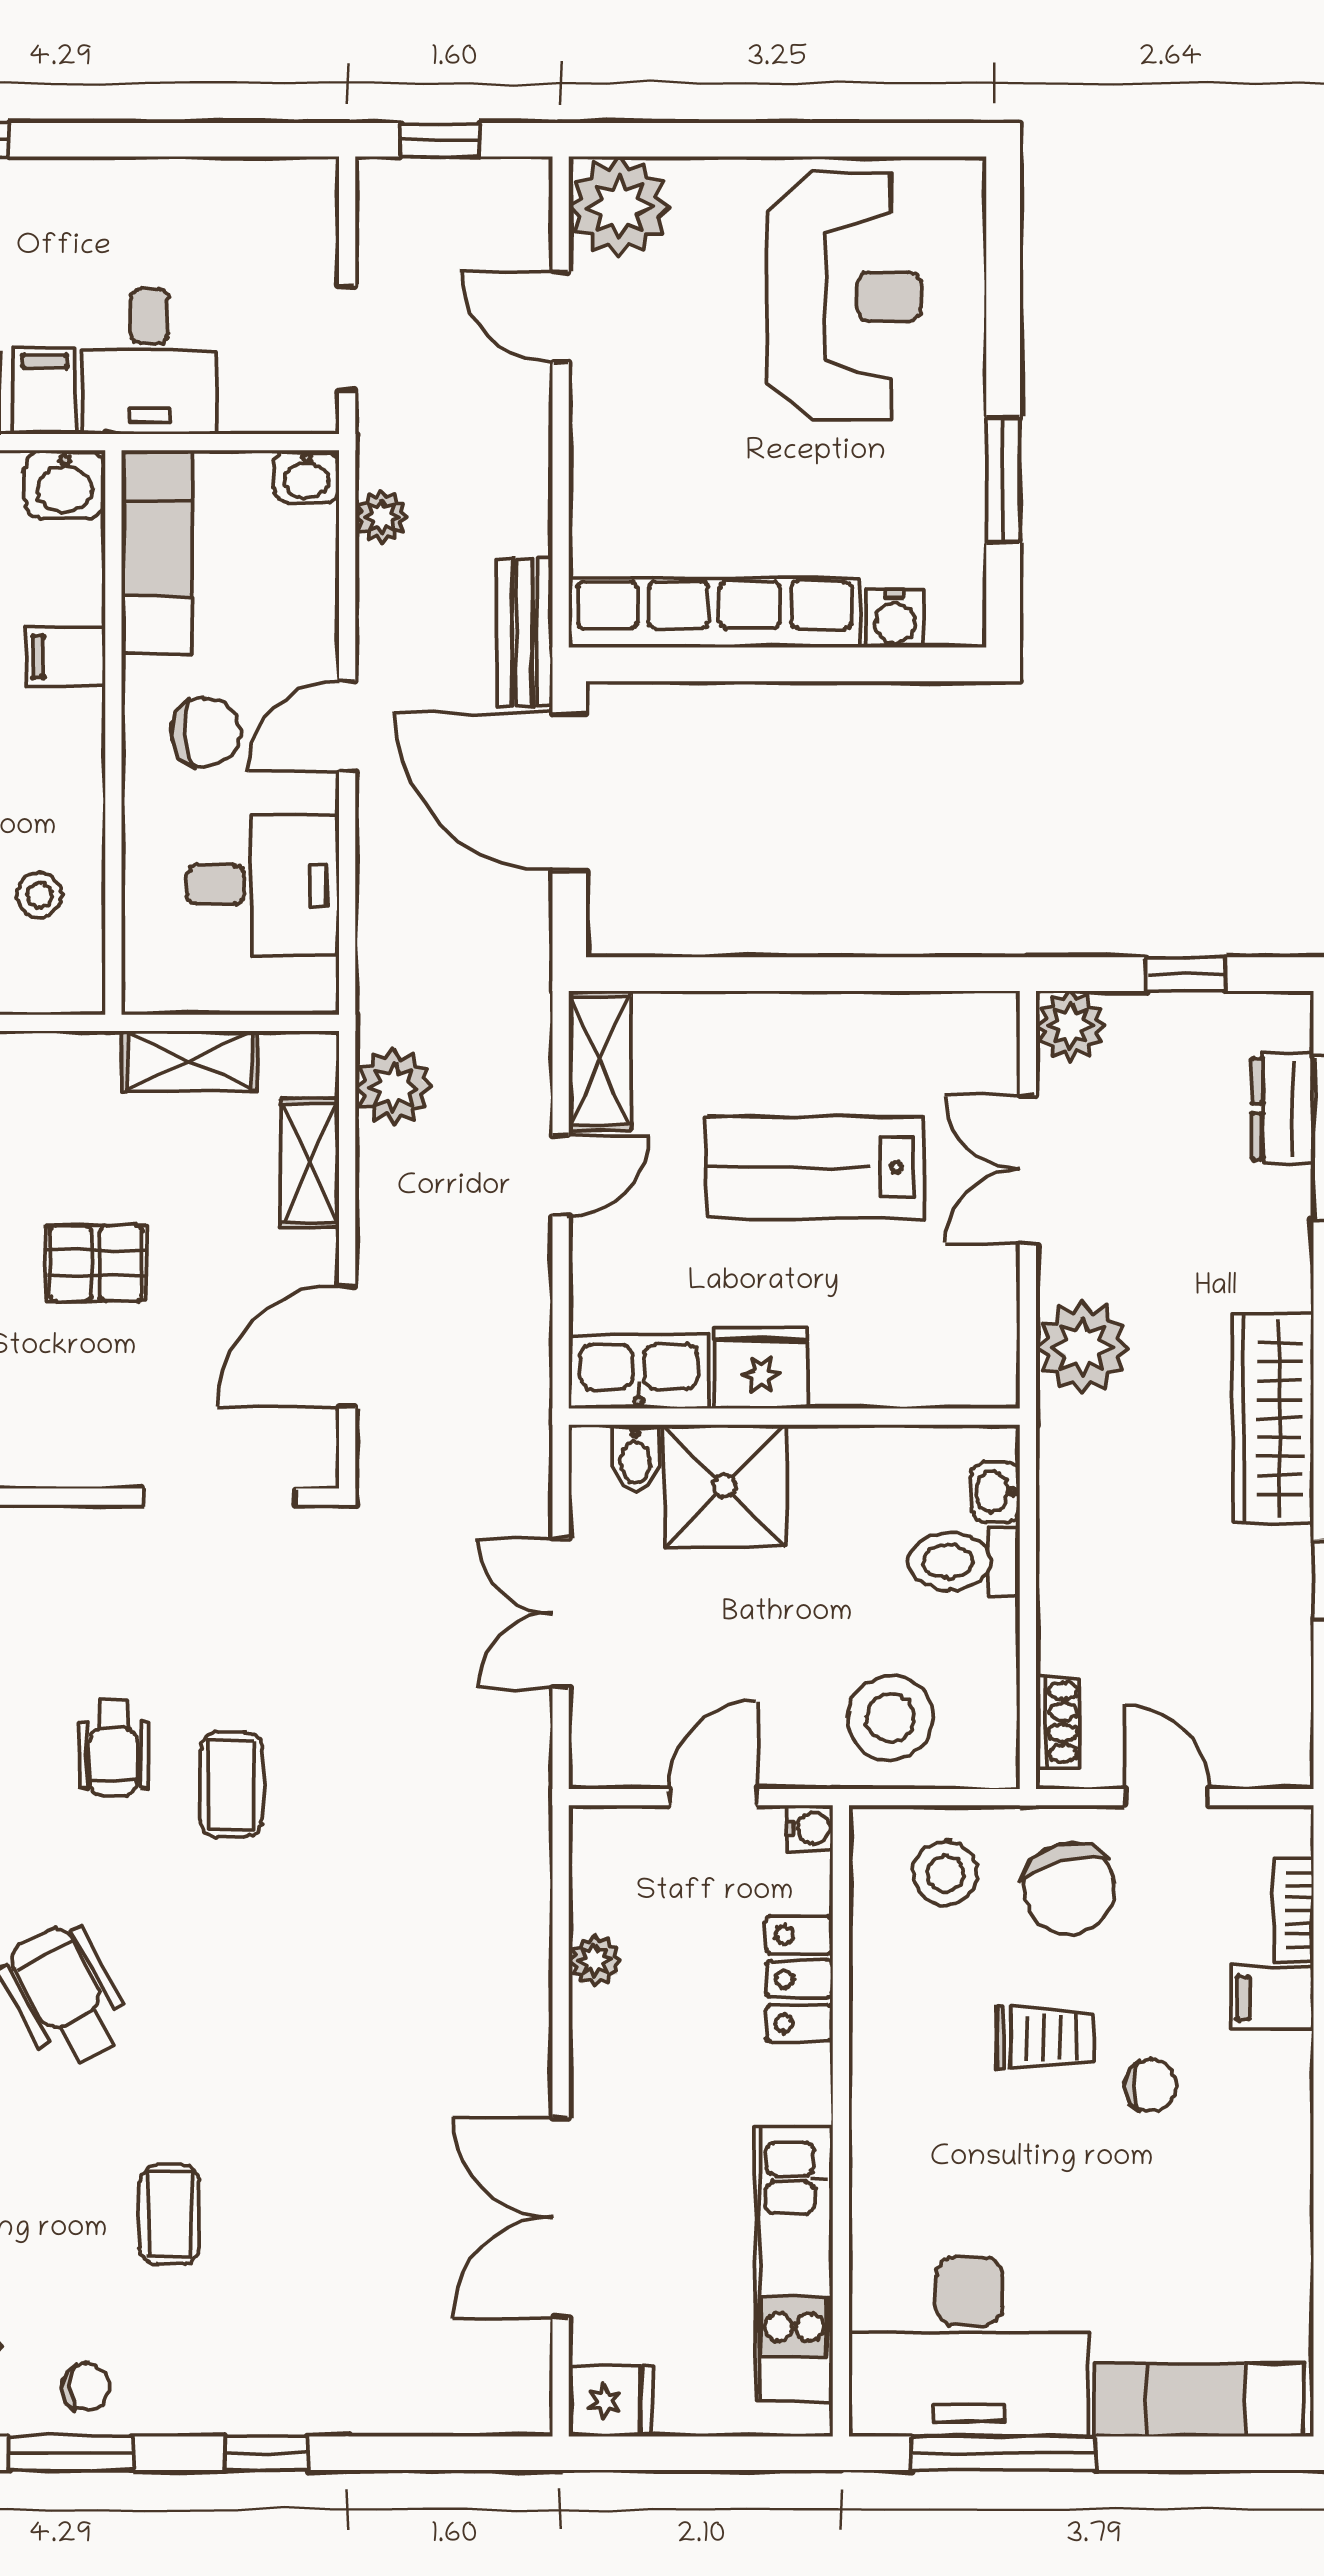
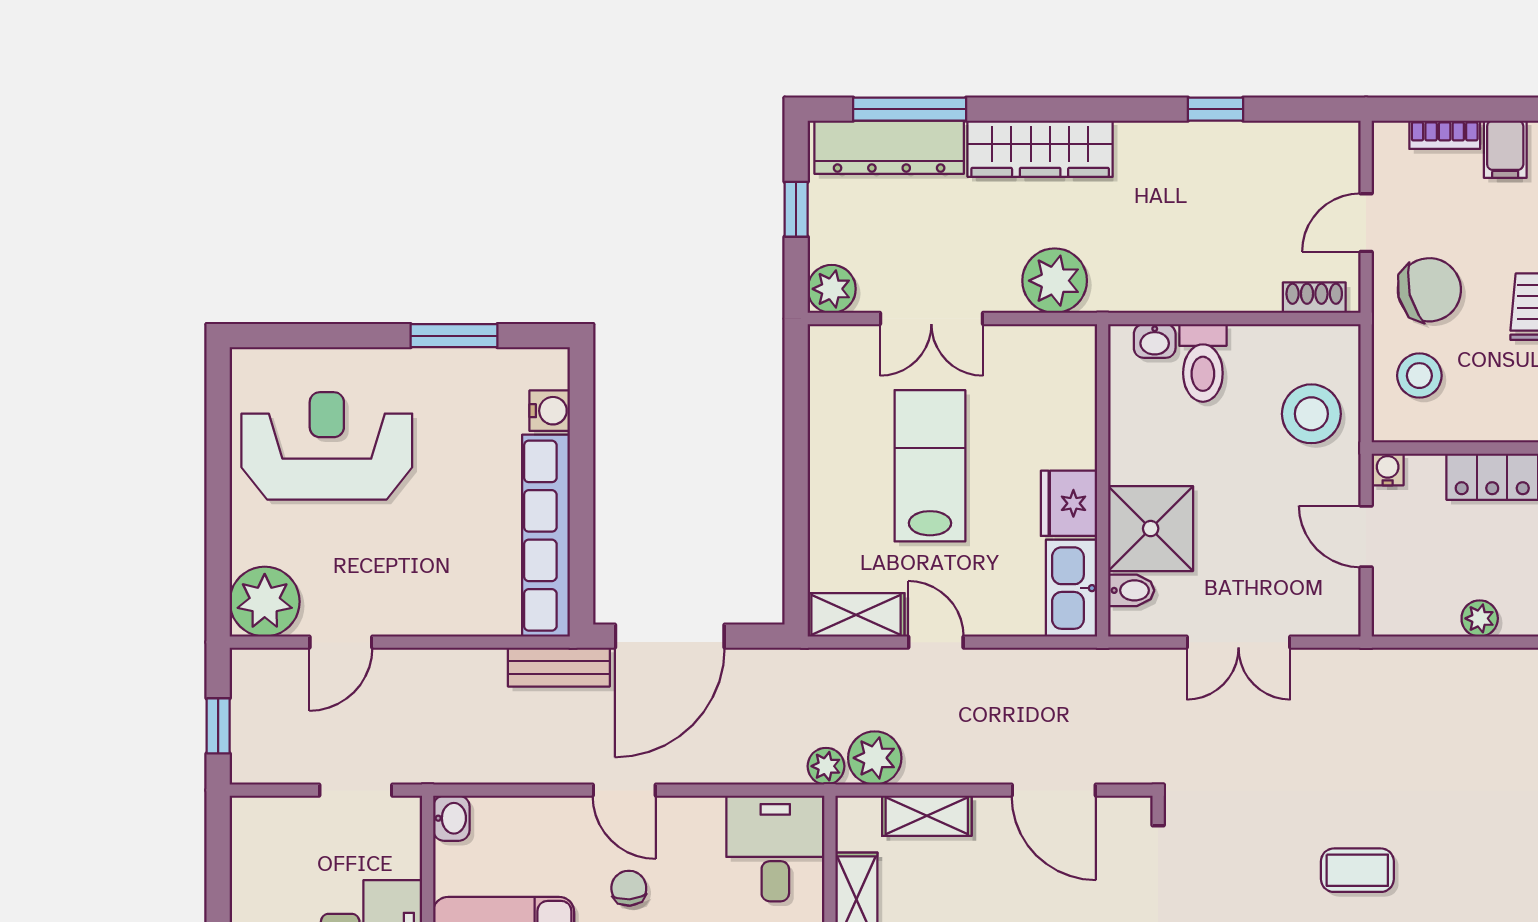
plant: (382, 517) -> (826, 766), moved
chair: (205, 733) -> (629, 888), width x0.73, depth x0.73
desk: (263, 885) -> (775, 848), moved
dresser: (1283, 1108) -> (889, 147), width x1.96, depth x1.24
lab bench: (815, 1167) -> (930, 466), turned 180
wardrobe: (1273, 1419) -> (1040, 149), moved

